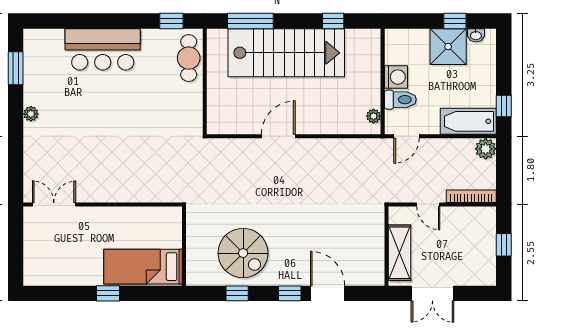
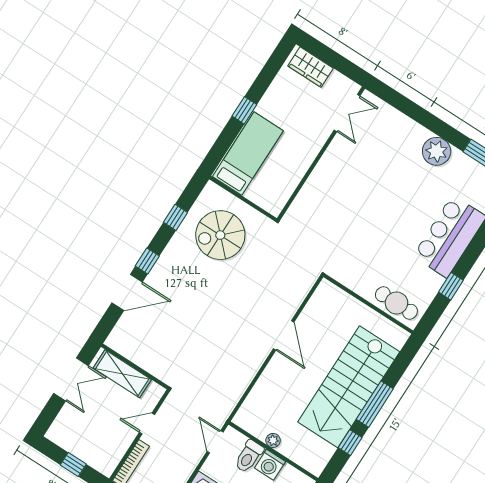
window: (171, 21) -> (451, 286), moved
window: (250, 21) -> (375, 404), moved
plant: (31, 114) -> (437, 151), width x1.88, depth x1.88
plant: (374, 116) -> (273, 440), moved
spiral stairs: (243, 253) -> (220, 235), moved
wardrobe: (35, 261) -> (311, 67), added
double door: (432, 293) -> (71, 379), swing flipped

